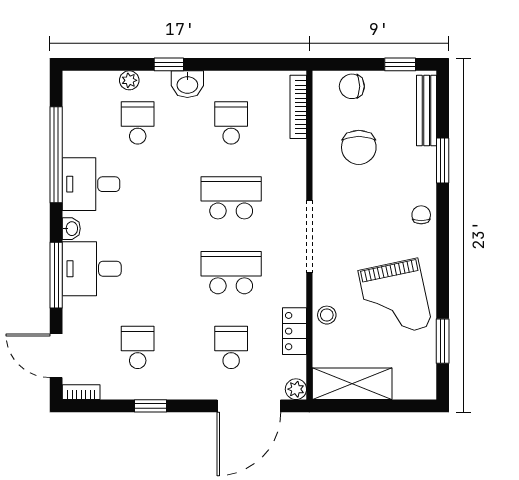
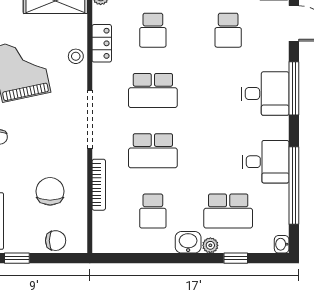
window: (169, 64) -> (236, 258), moved
plant: (129, 80) -> (210, 245), moved
bookcase: (298, 107) -> (99, 185), moved
school desk: (138, 123) -> (228, 211), width x1.85
washbasin: (71, 229) -> (282, 244), moved

